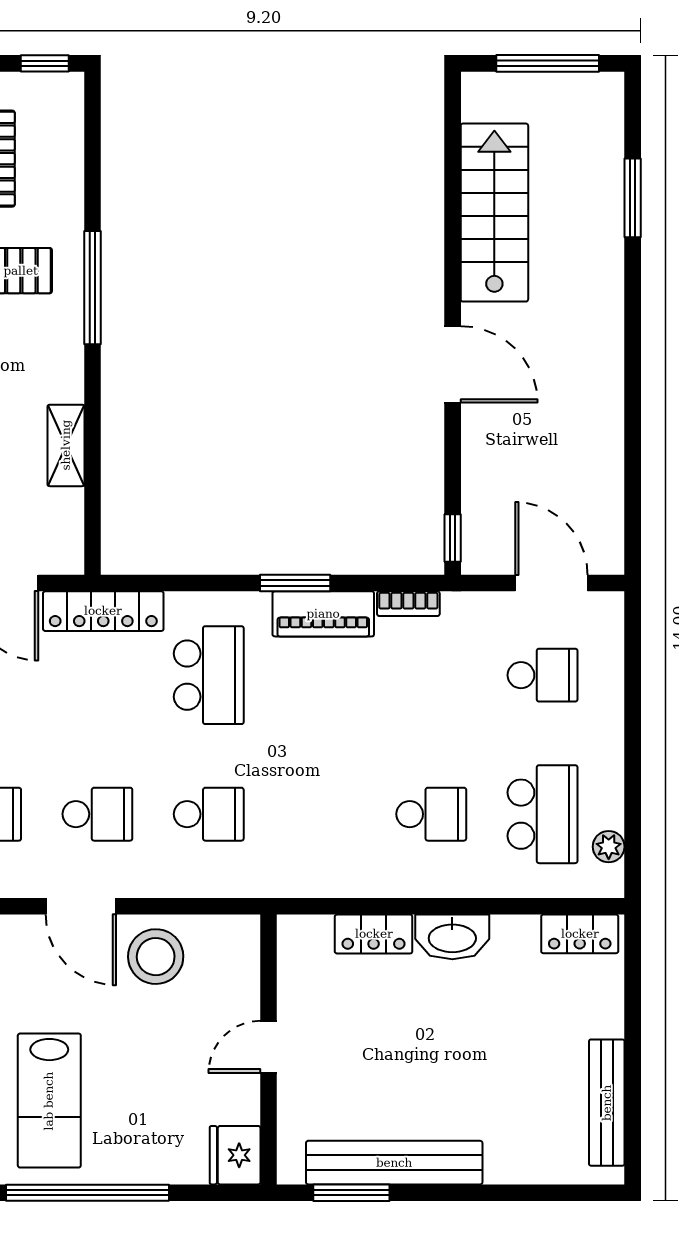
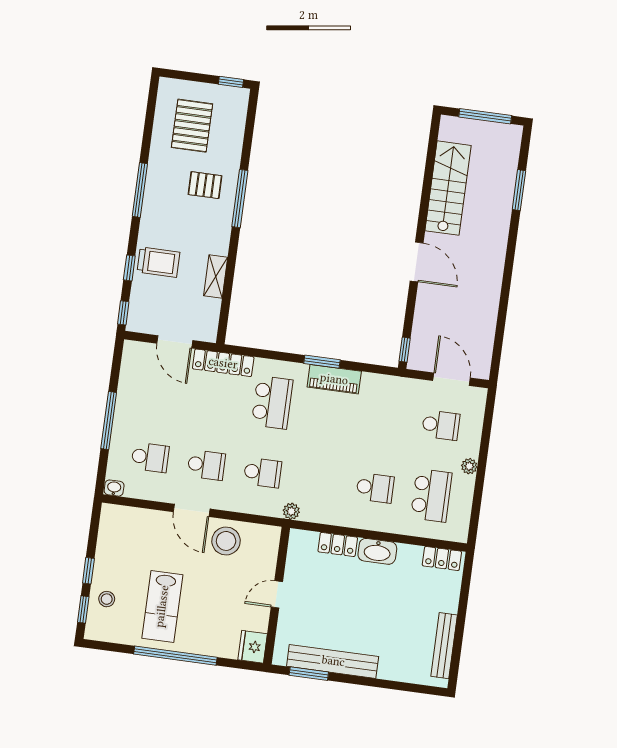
bookcase: (408, 604) -> (378, 380), removed
plant: (609, 847) -> (469, 466), moved
plant: (275, 882) -> (291, 511), added

